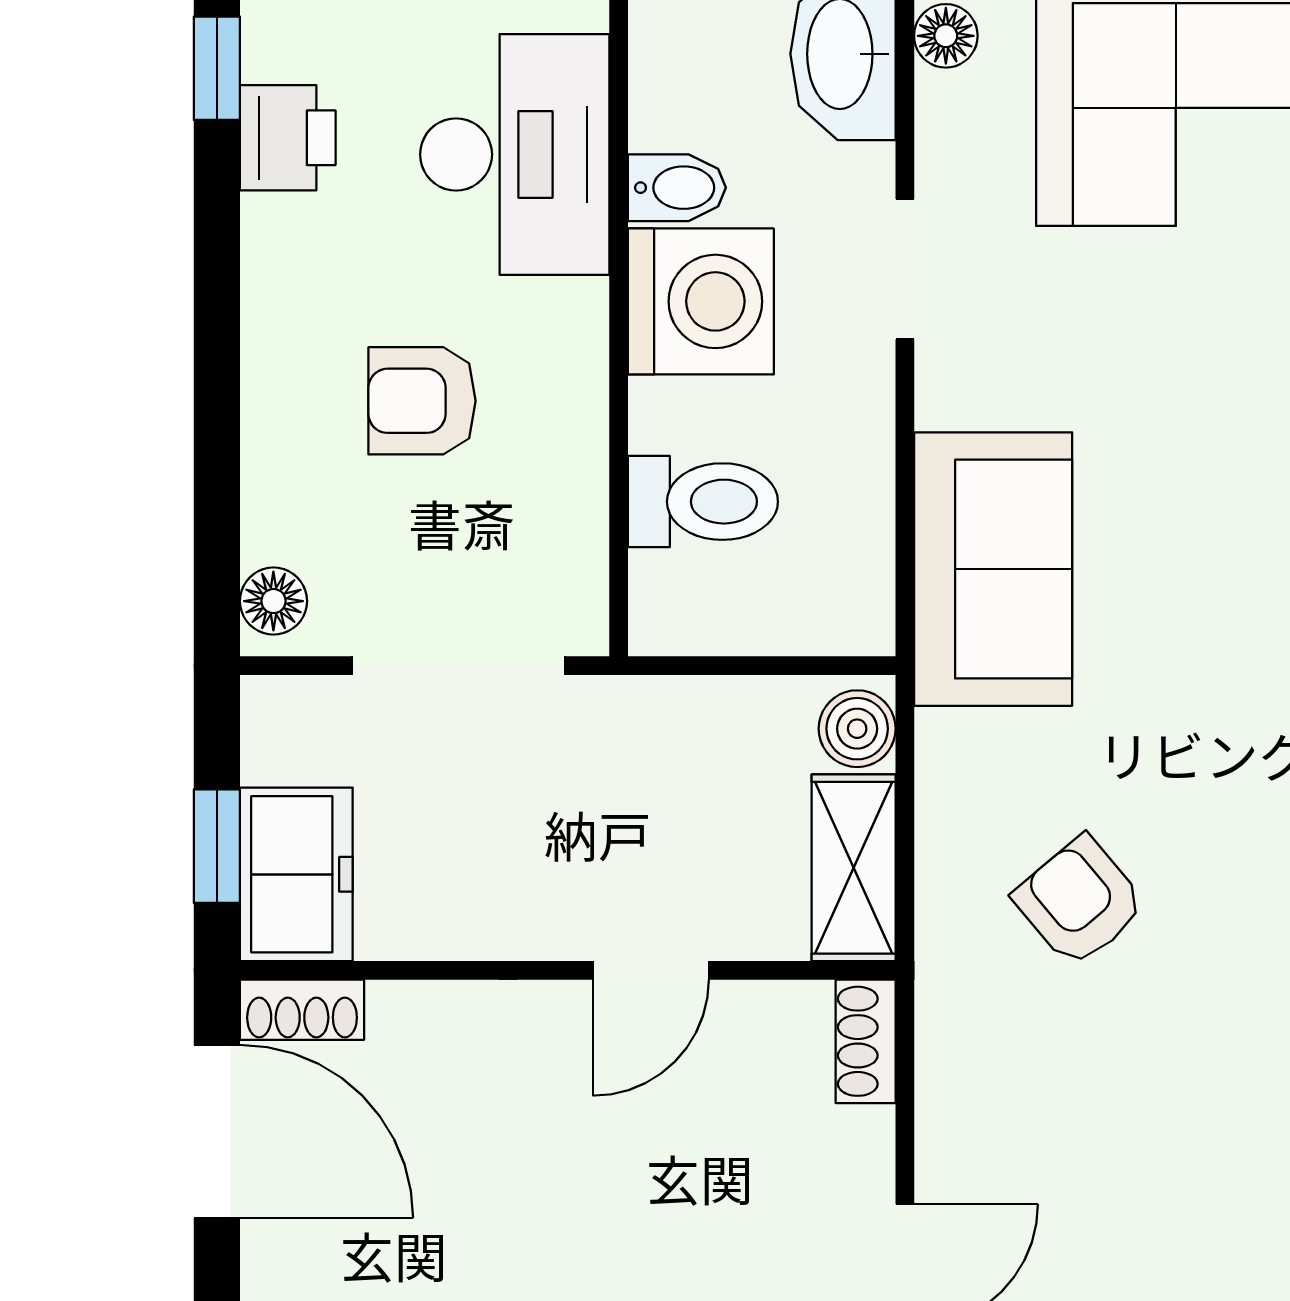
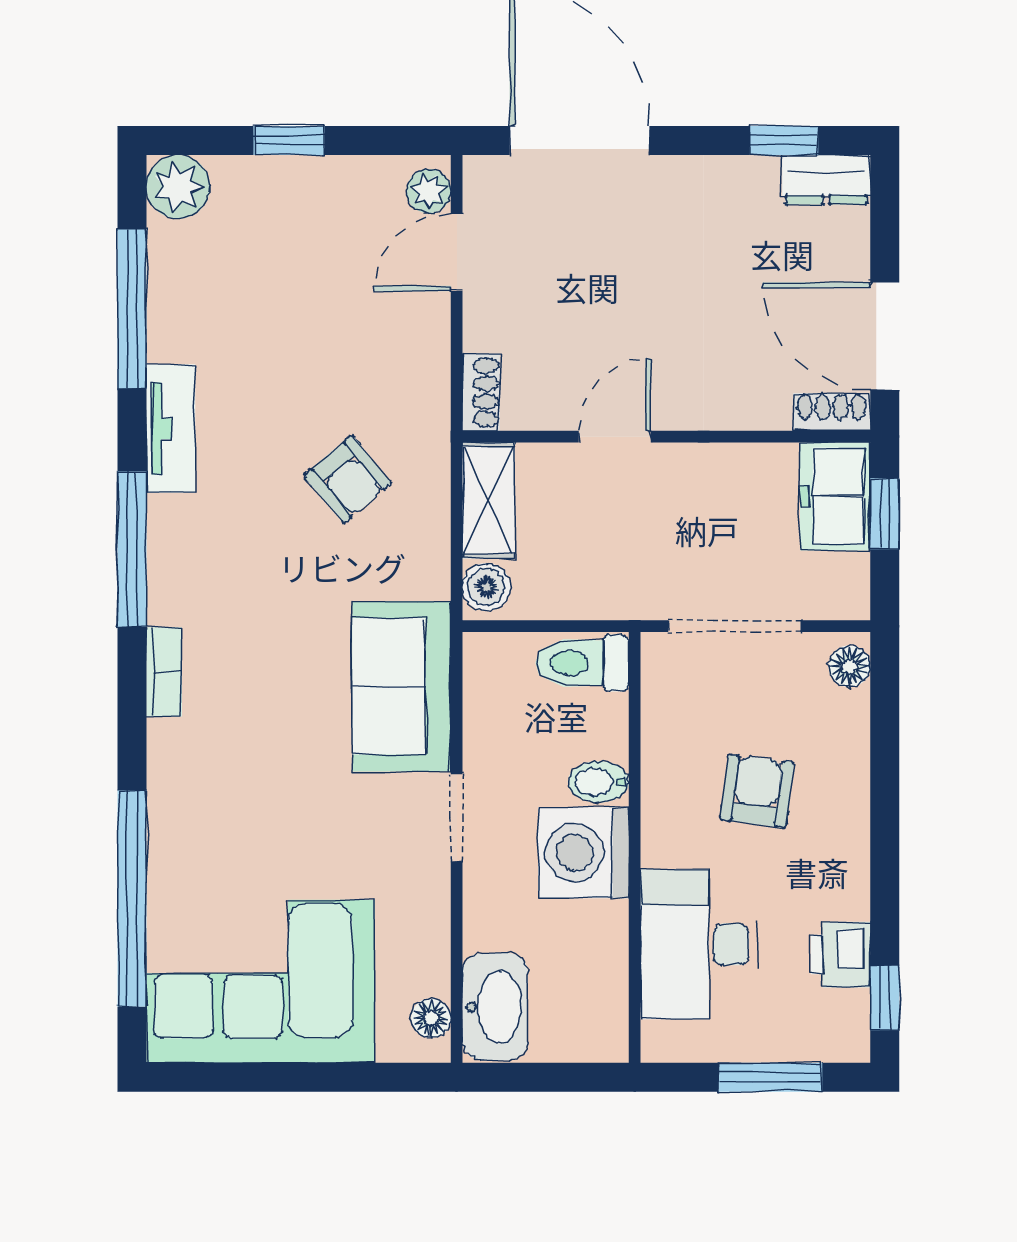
bidet: (677, 188) -> (598, 782), moved
doorway: (905, 269) -> (457, 818), moved
armchair: (422, 401) -> (757, 791), turned -83
toilet: (703, 502) -> (582, 663), moved

